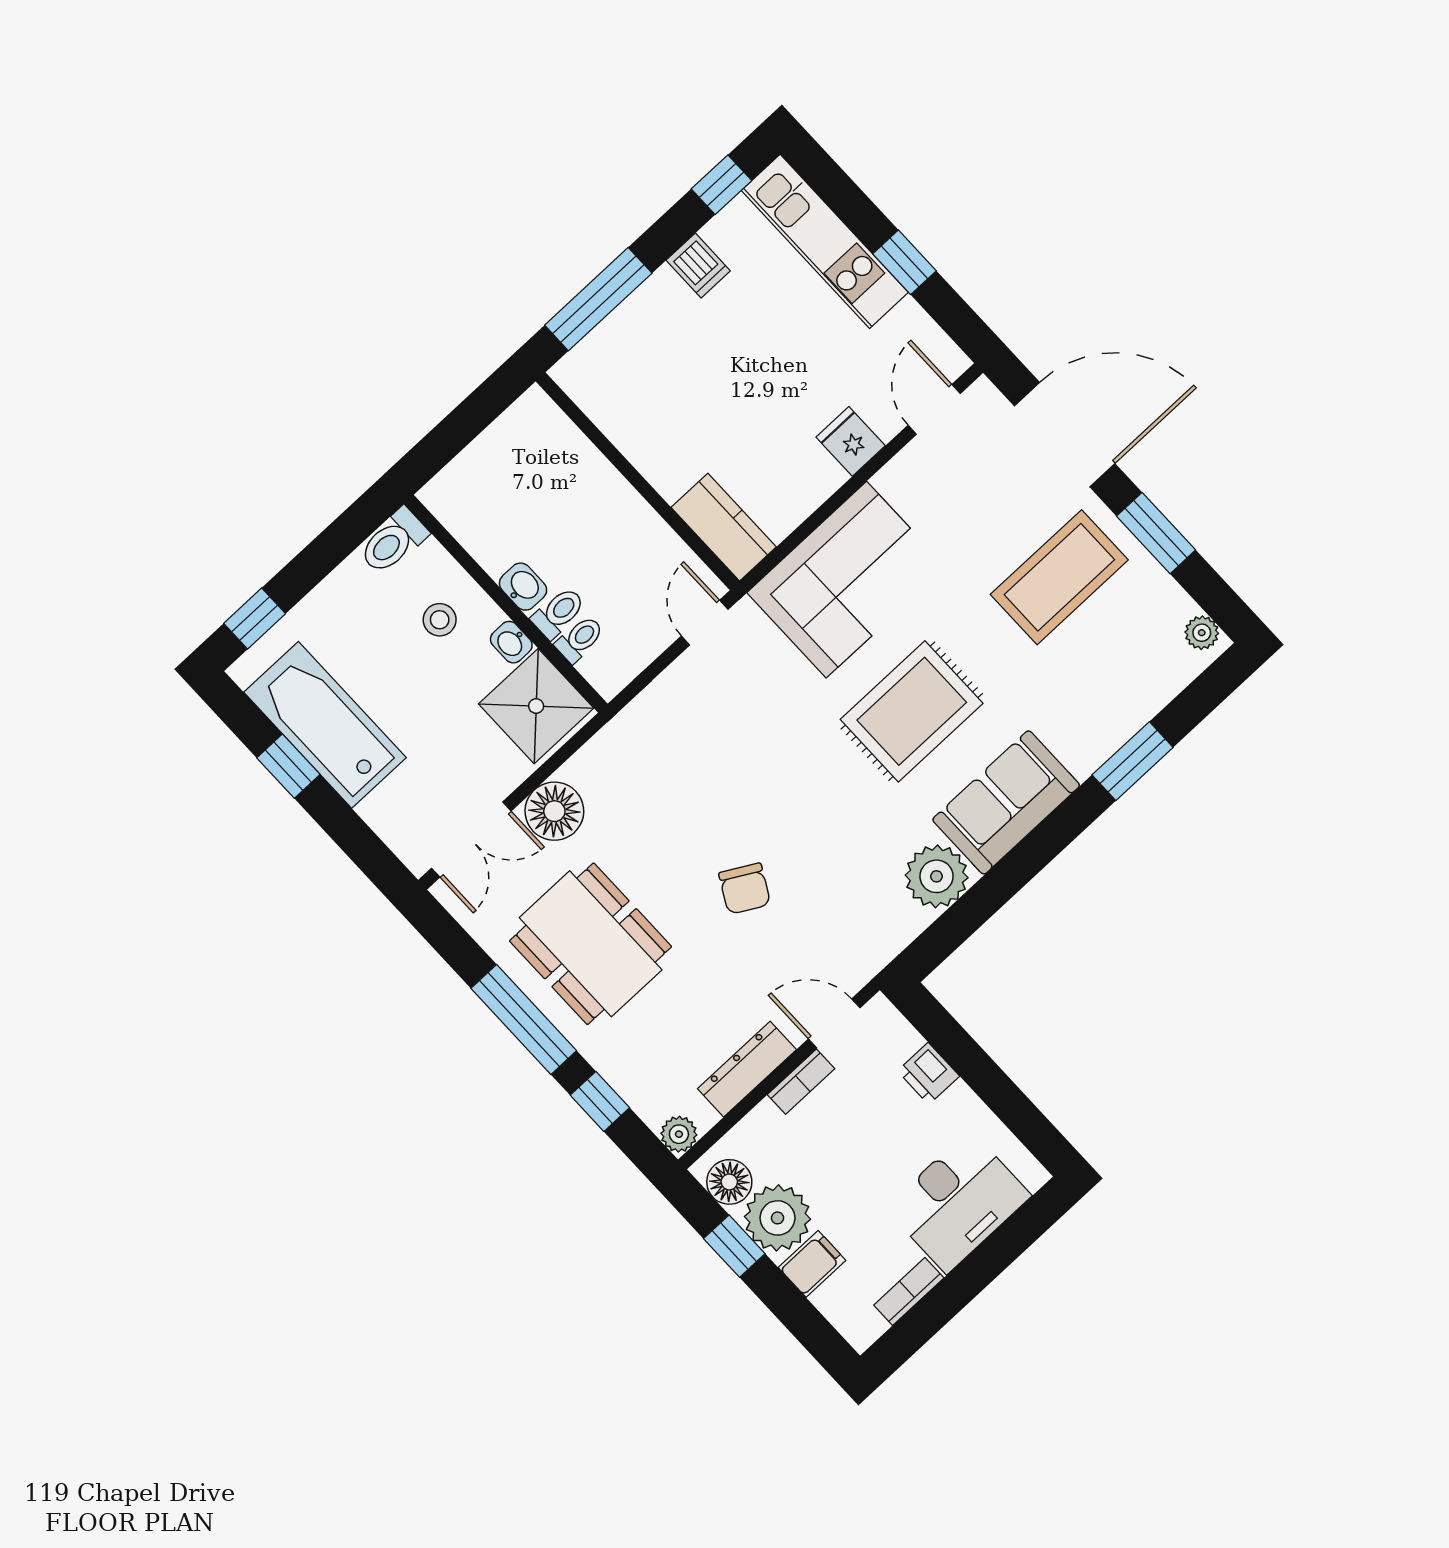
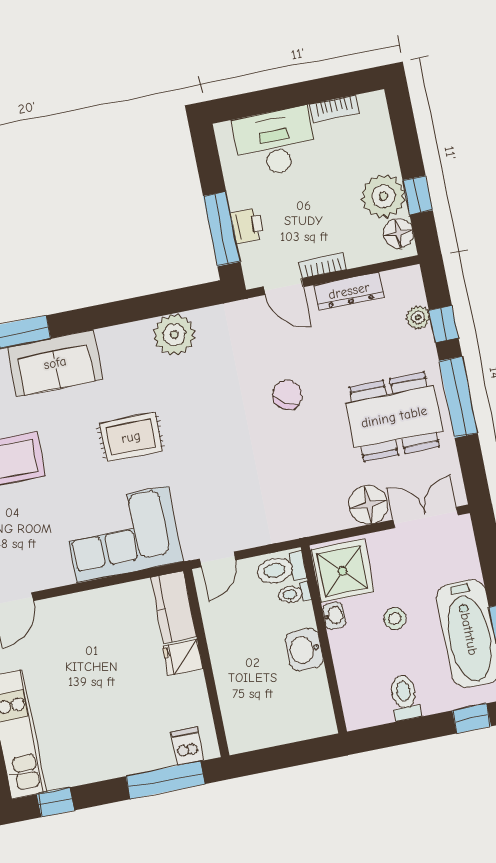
dishwasher: (698, 266) -> (187, 746), moved
fridge: (851, 441) -> (183, 657), moved, turned 90
toilet: (393, 541) -> (405, 697), moved, turned -90
washbasin: (523, 587) -> (304, 650), width x1.38, depth x1.45
toilet: (558, 613) -> (281, 569), moved, width x1.37, depth x1.39
stool: (440, 620) -> (395, 618), moved
rug: (912, 711) -> (131, 437), width x0.73, depth x0.70
sofa: (1006, 802) -> (55, 363), moved
dining table: (591, 944) -> (394, 417), turned 90
window: (959, 1049) -> (222, 229), added
plant: (679, 1134) -> (418, 317), moved
filing cabinet: (812, 1264) -> (380, 158), removed

